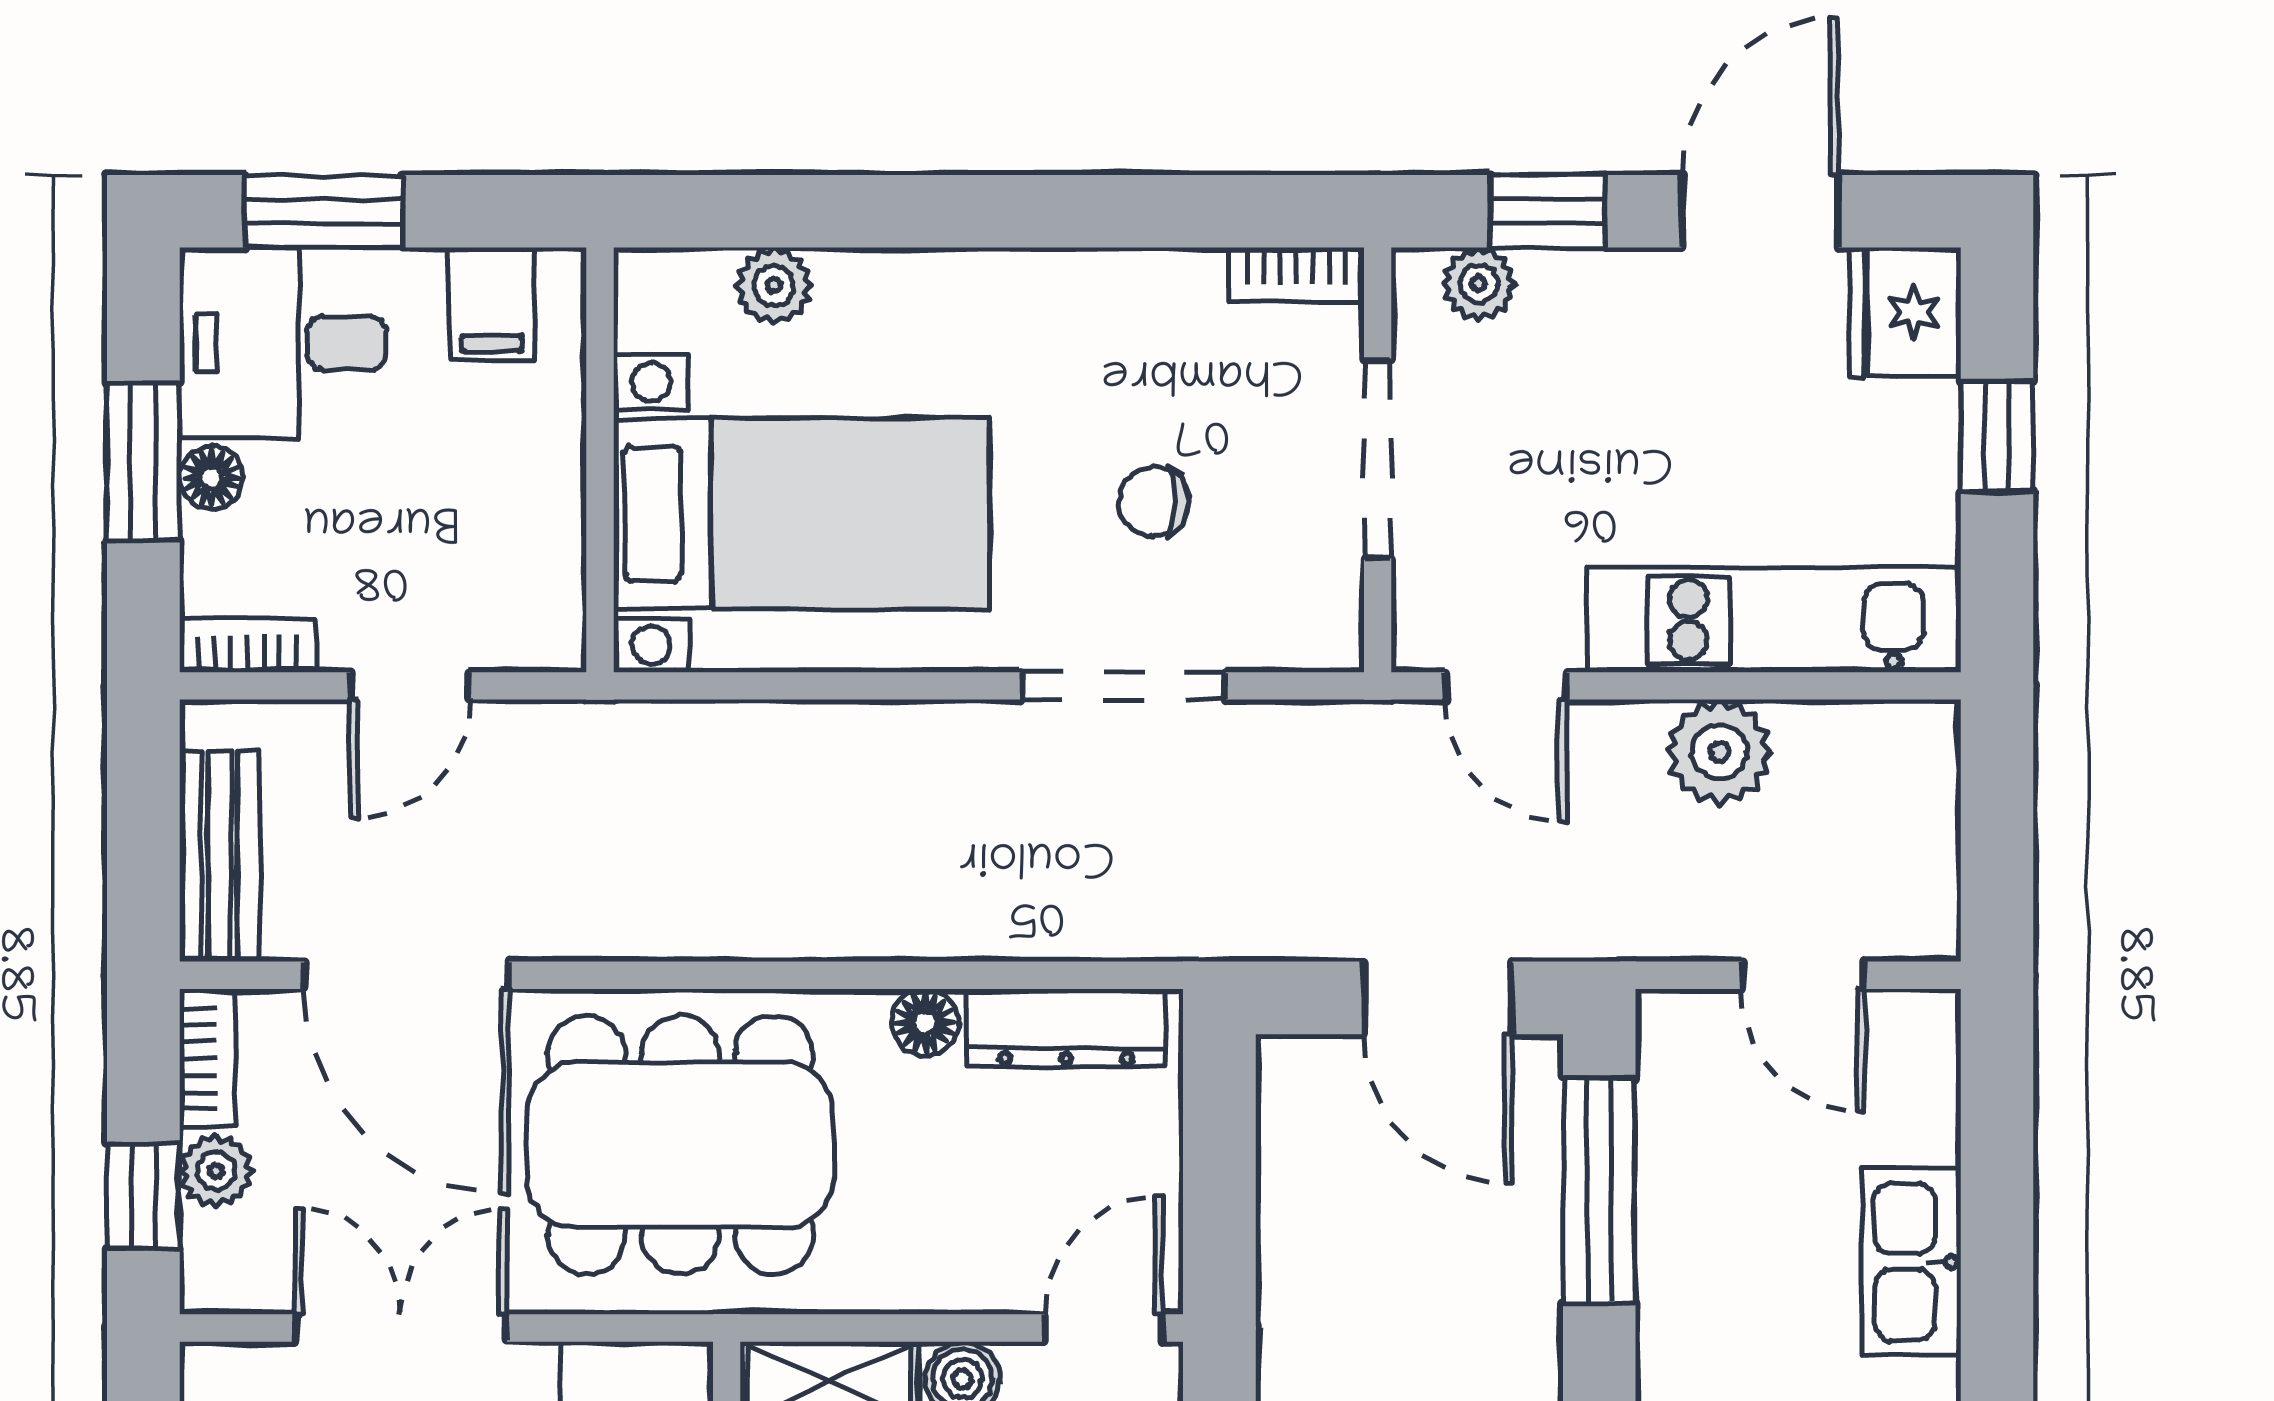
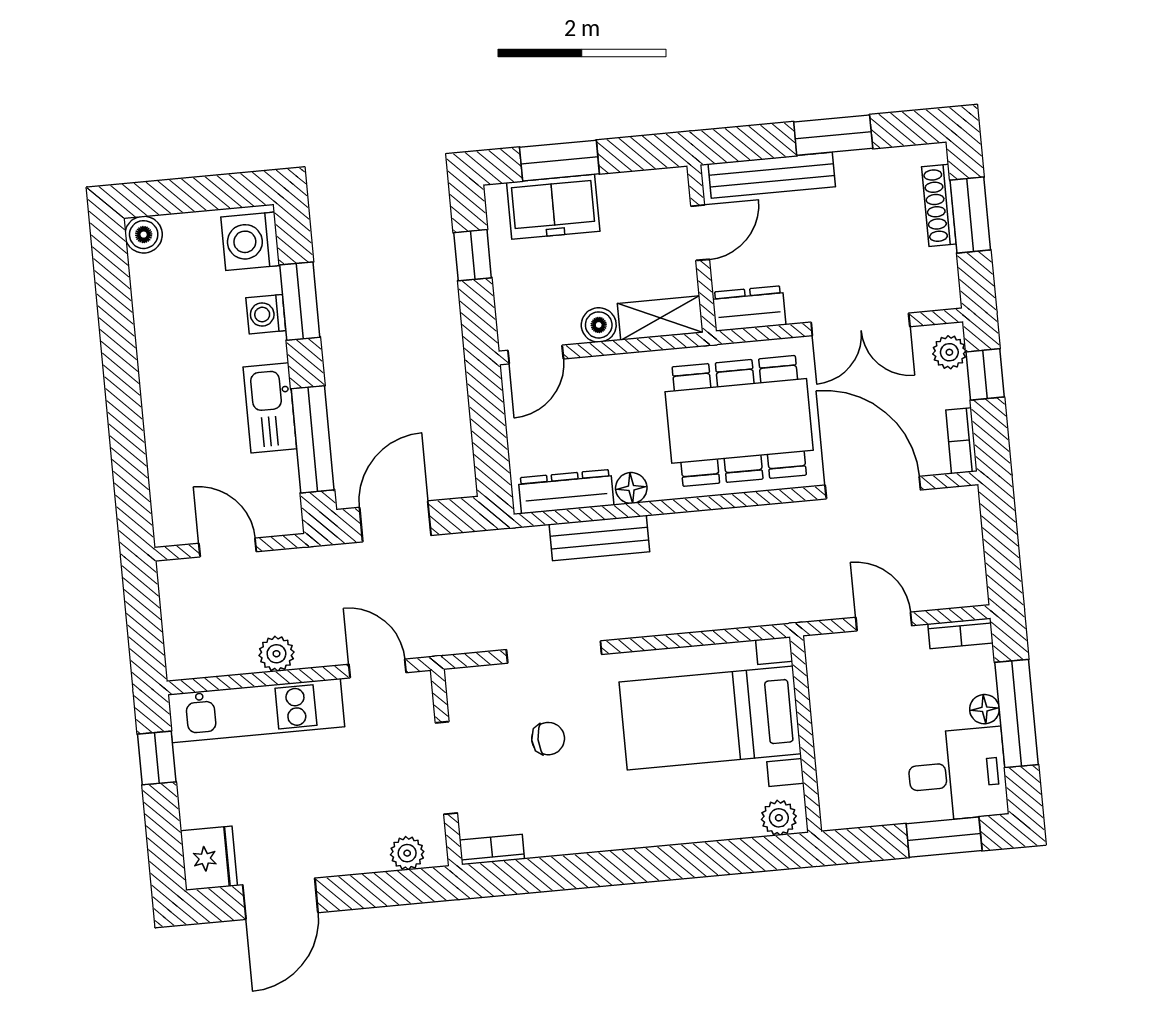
window: (1547, 211) -> (379, 890), removed
plant: (774, 285) -> (779, 818), moved
filing cabinet: (492, 304) -> (862, 801), removed
window: (1997, 436) -> (157, 758), moved
window: (143, 462) -> (1017, 714), width x1.44
door: (410, 686) -> (884, 621), hinge flipped
plant: (1720, 752) -> (276, 654), width x0.73, depth x0.73
bench: (220, 855) -> (599, 538), moved, turned 90
door: (1438, 998) -> (395, 521), hinge flipped
plant: (216, 1171) -> (949, 352), moved
kitchen sink: (1912, 1262) -> (270, 408), moved, turned 180

